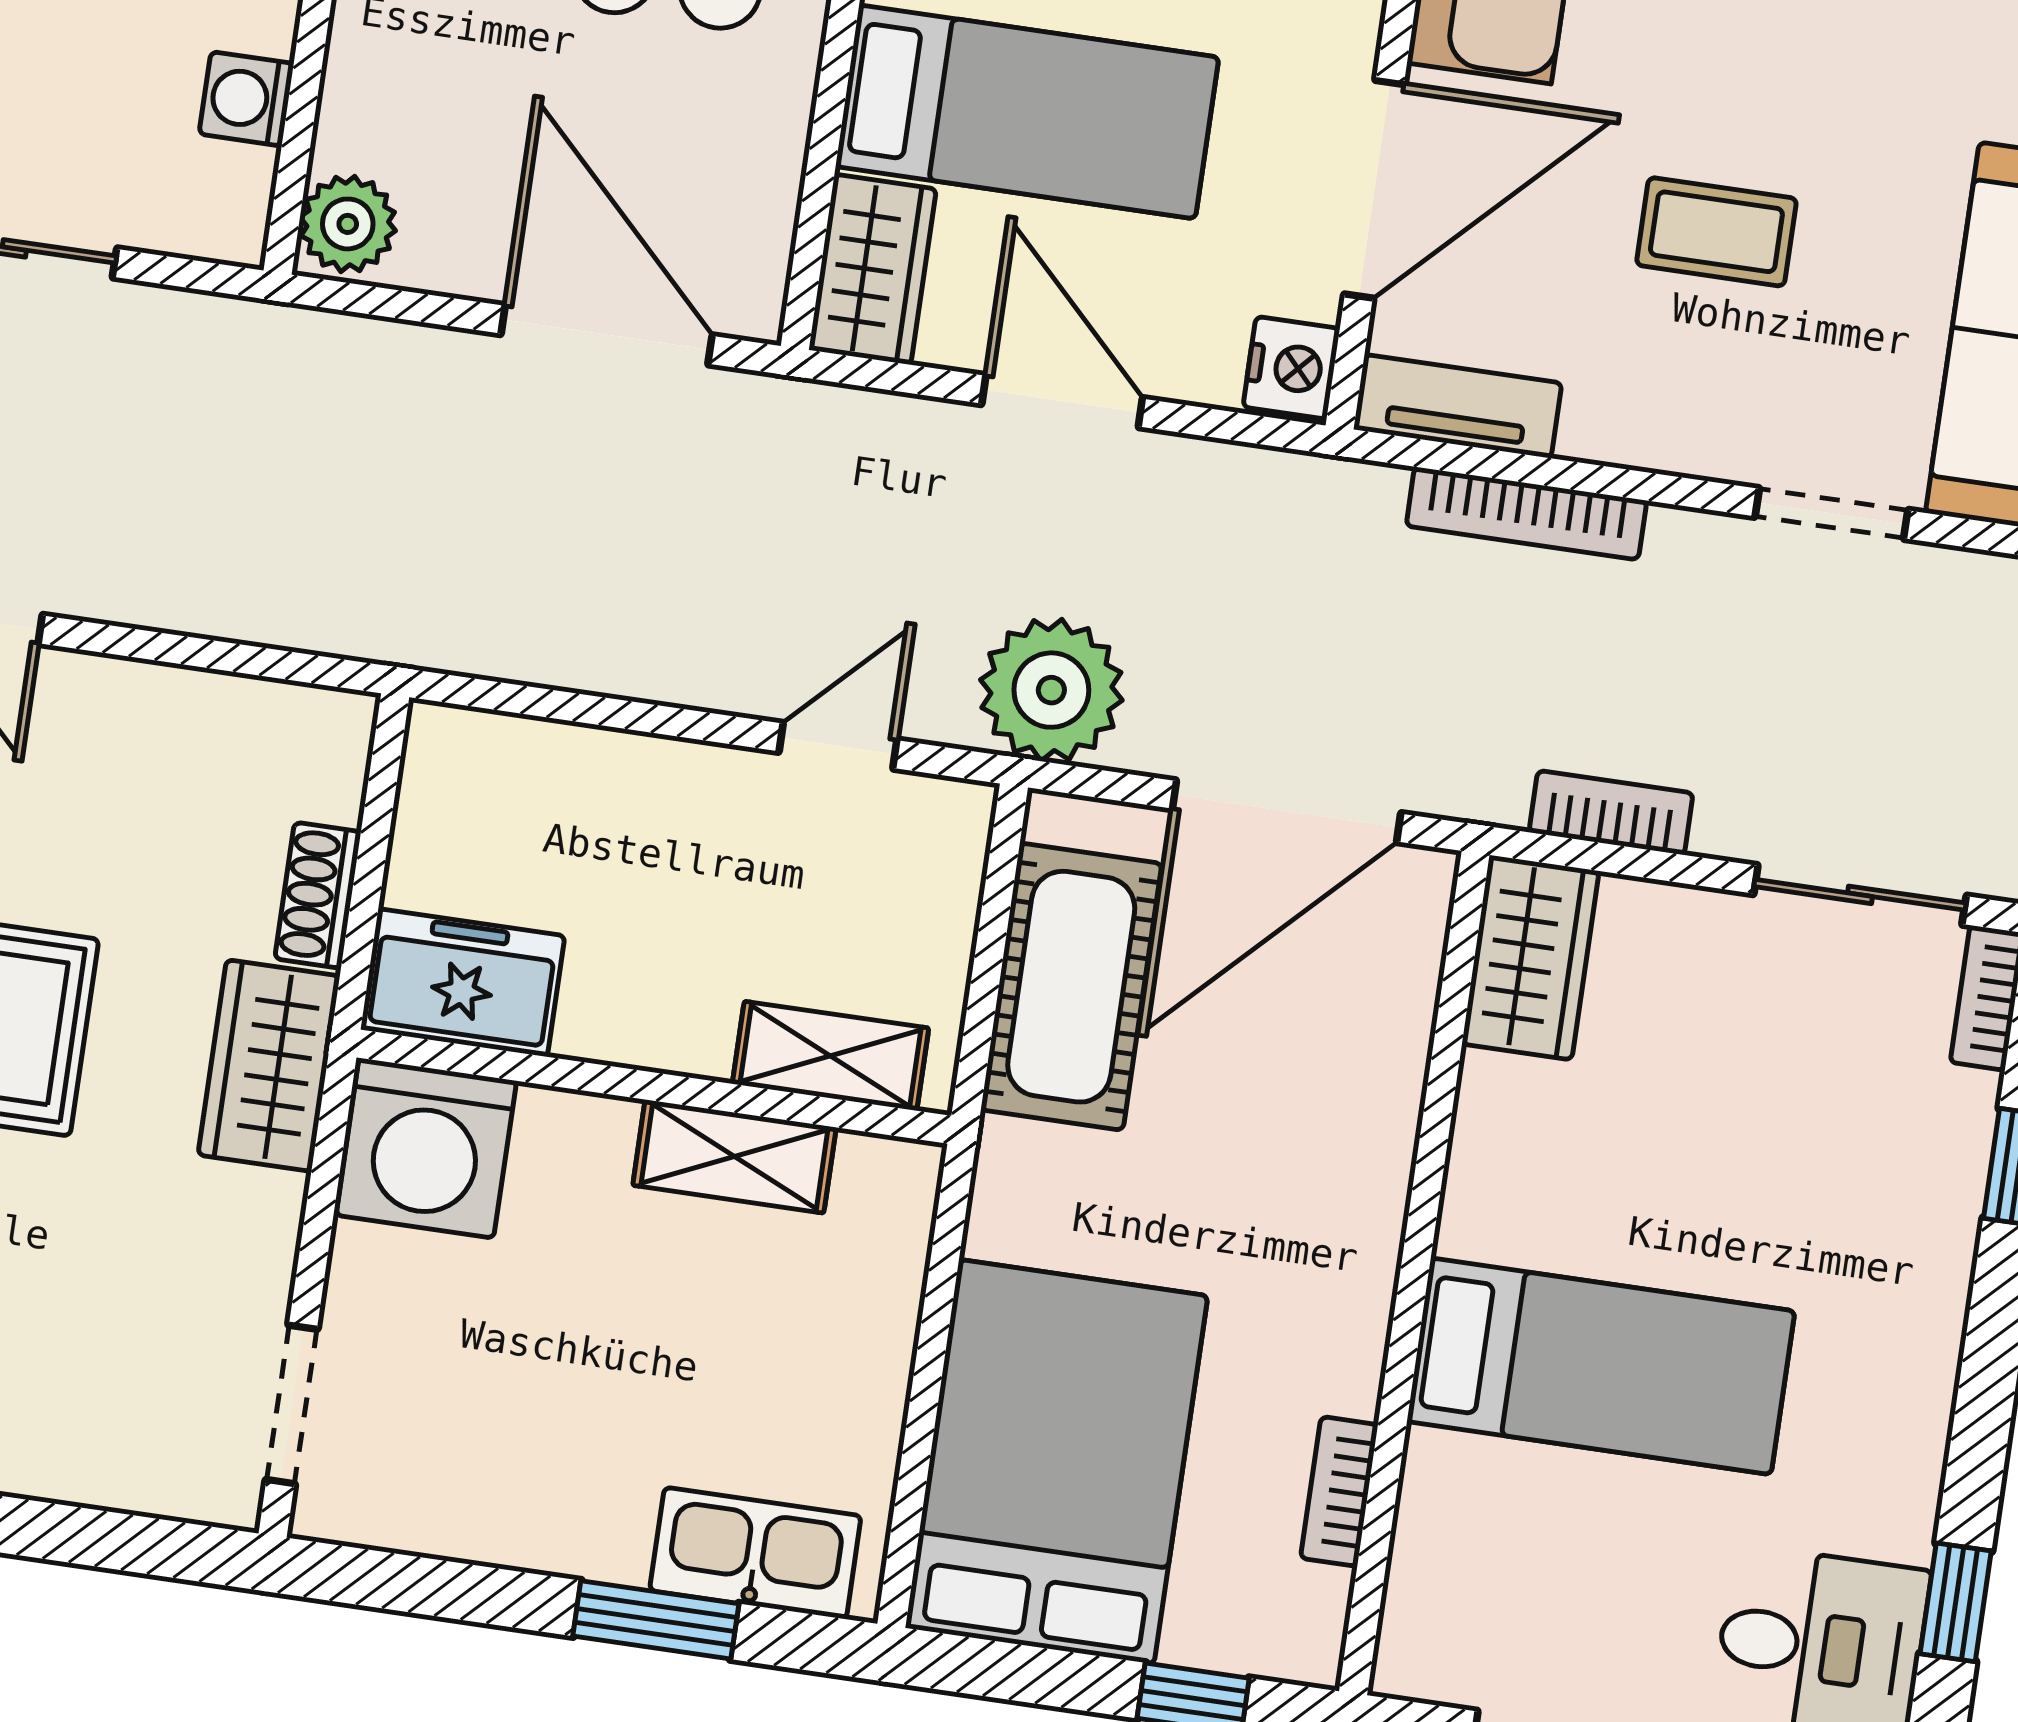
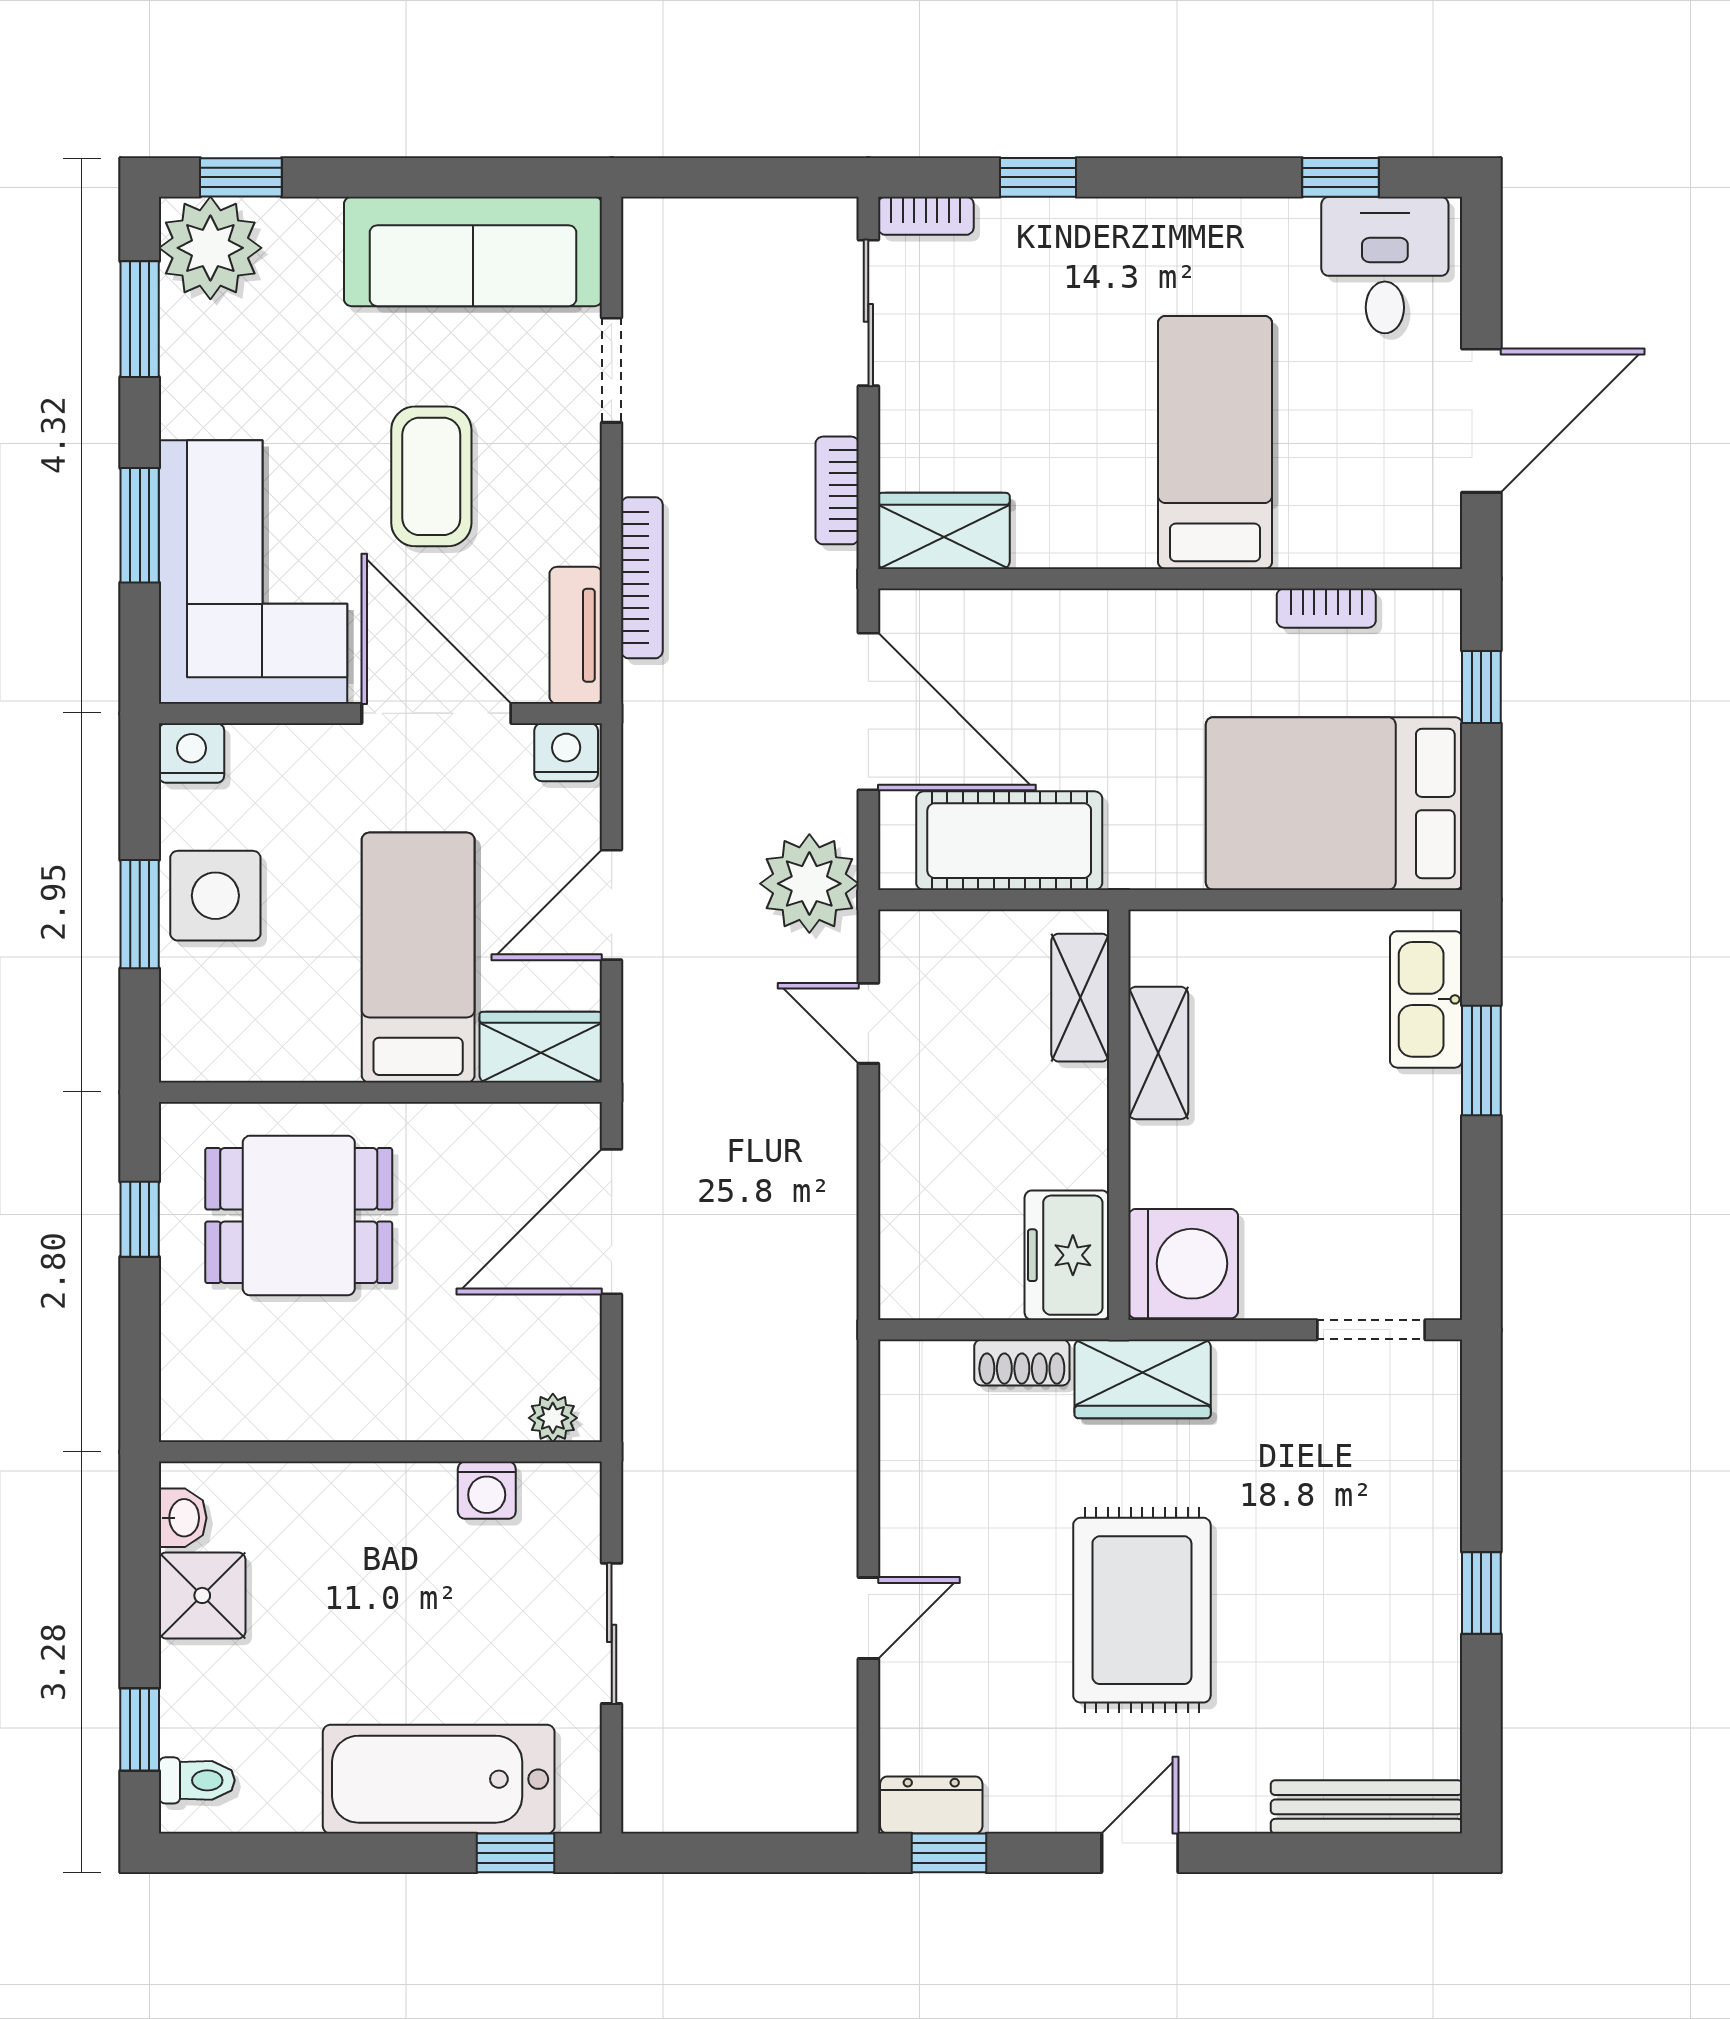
plant: (348, 224) -> (553, 1418), width x0.73, depth x0.73
coffee table: (1716, 232) -> (431, 476), width x1.36, depth x1.30

